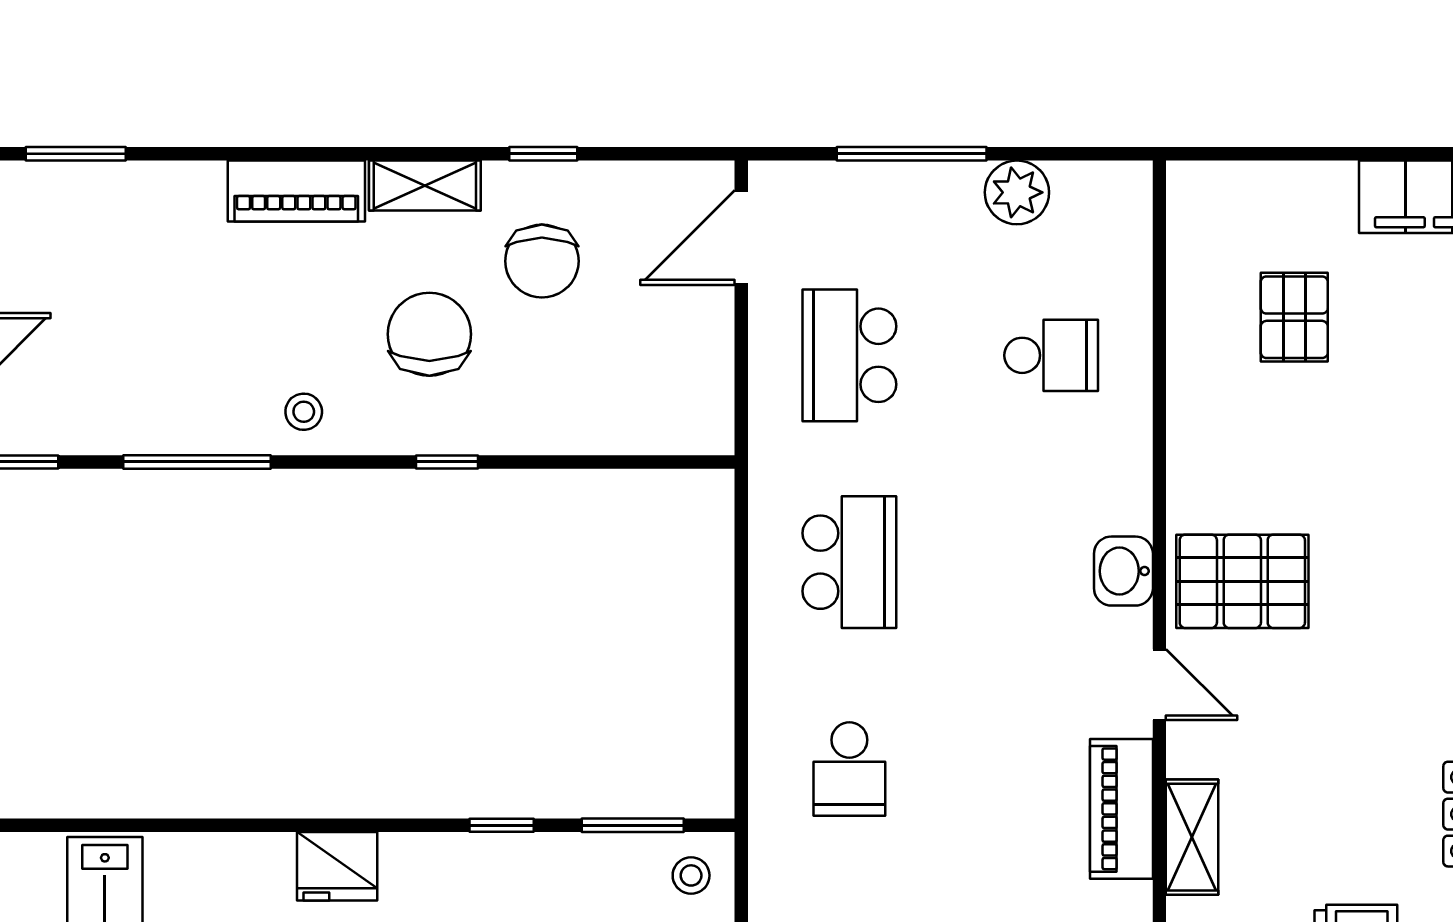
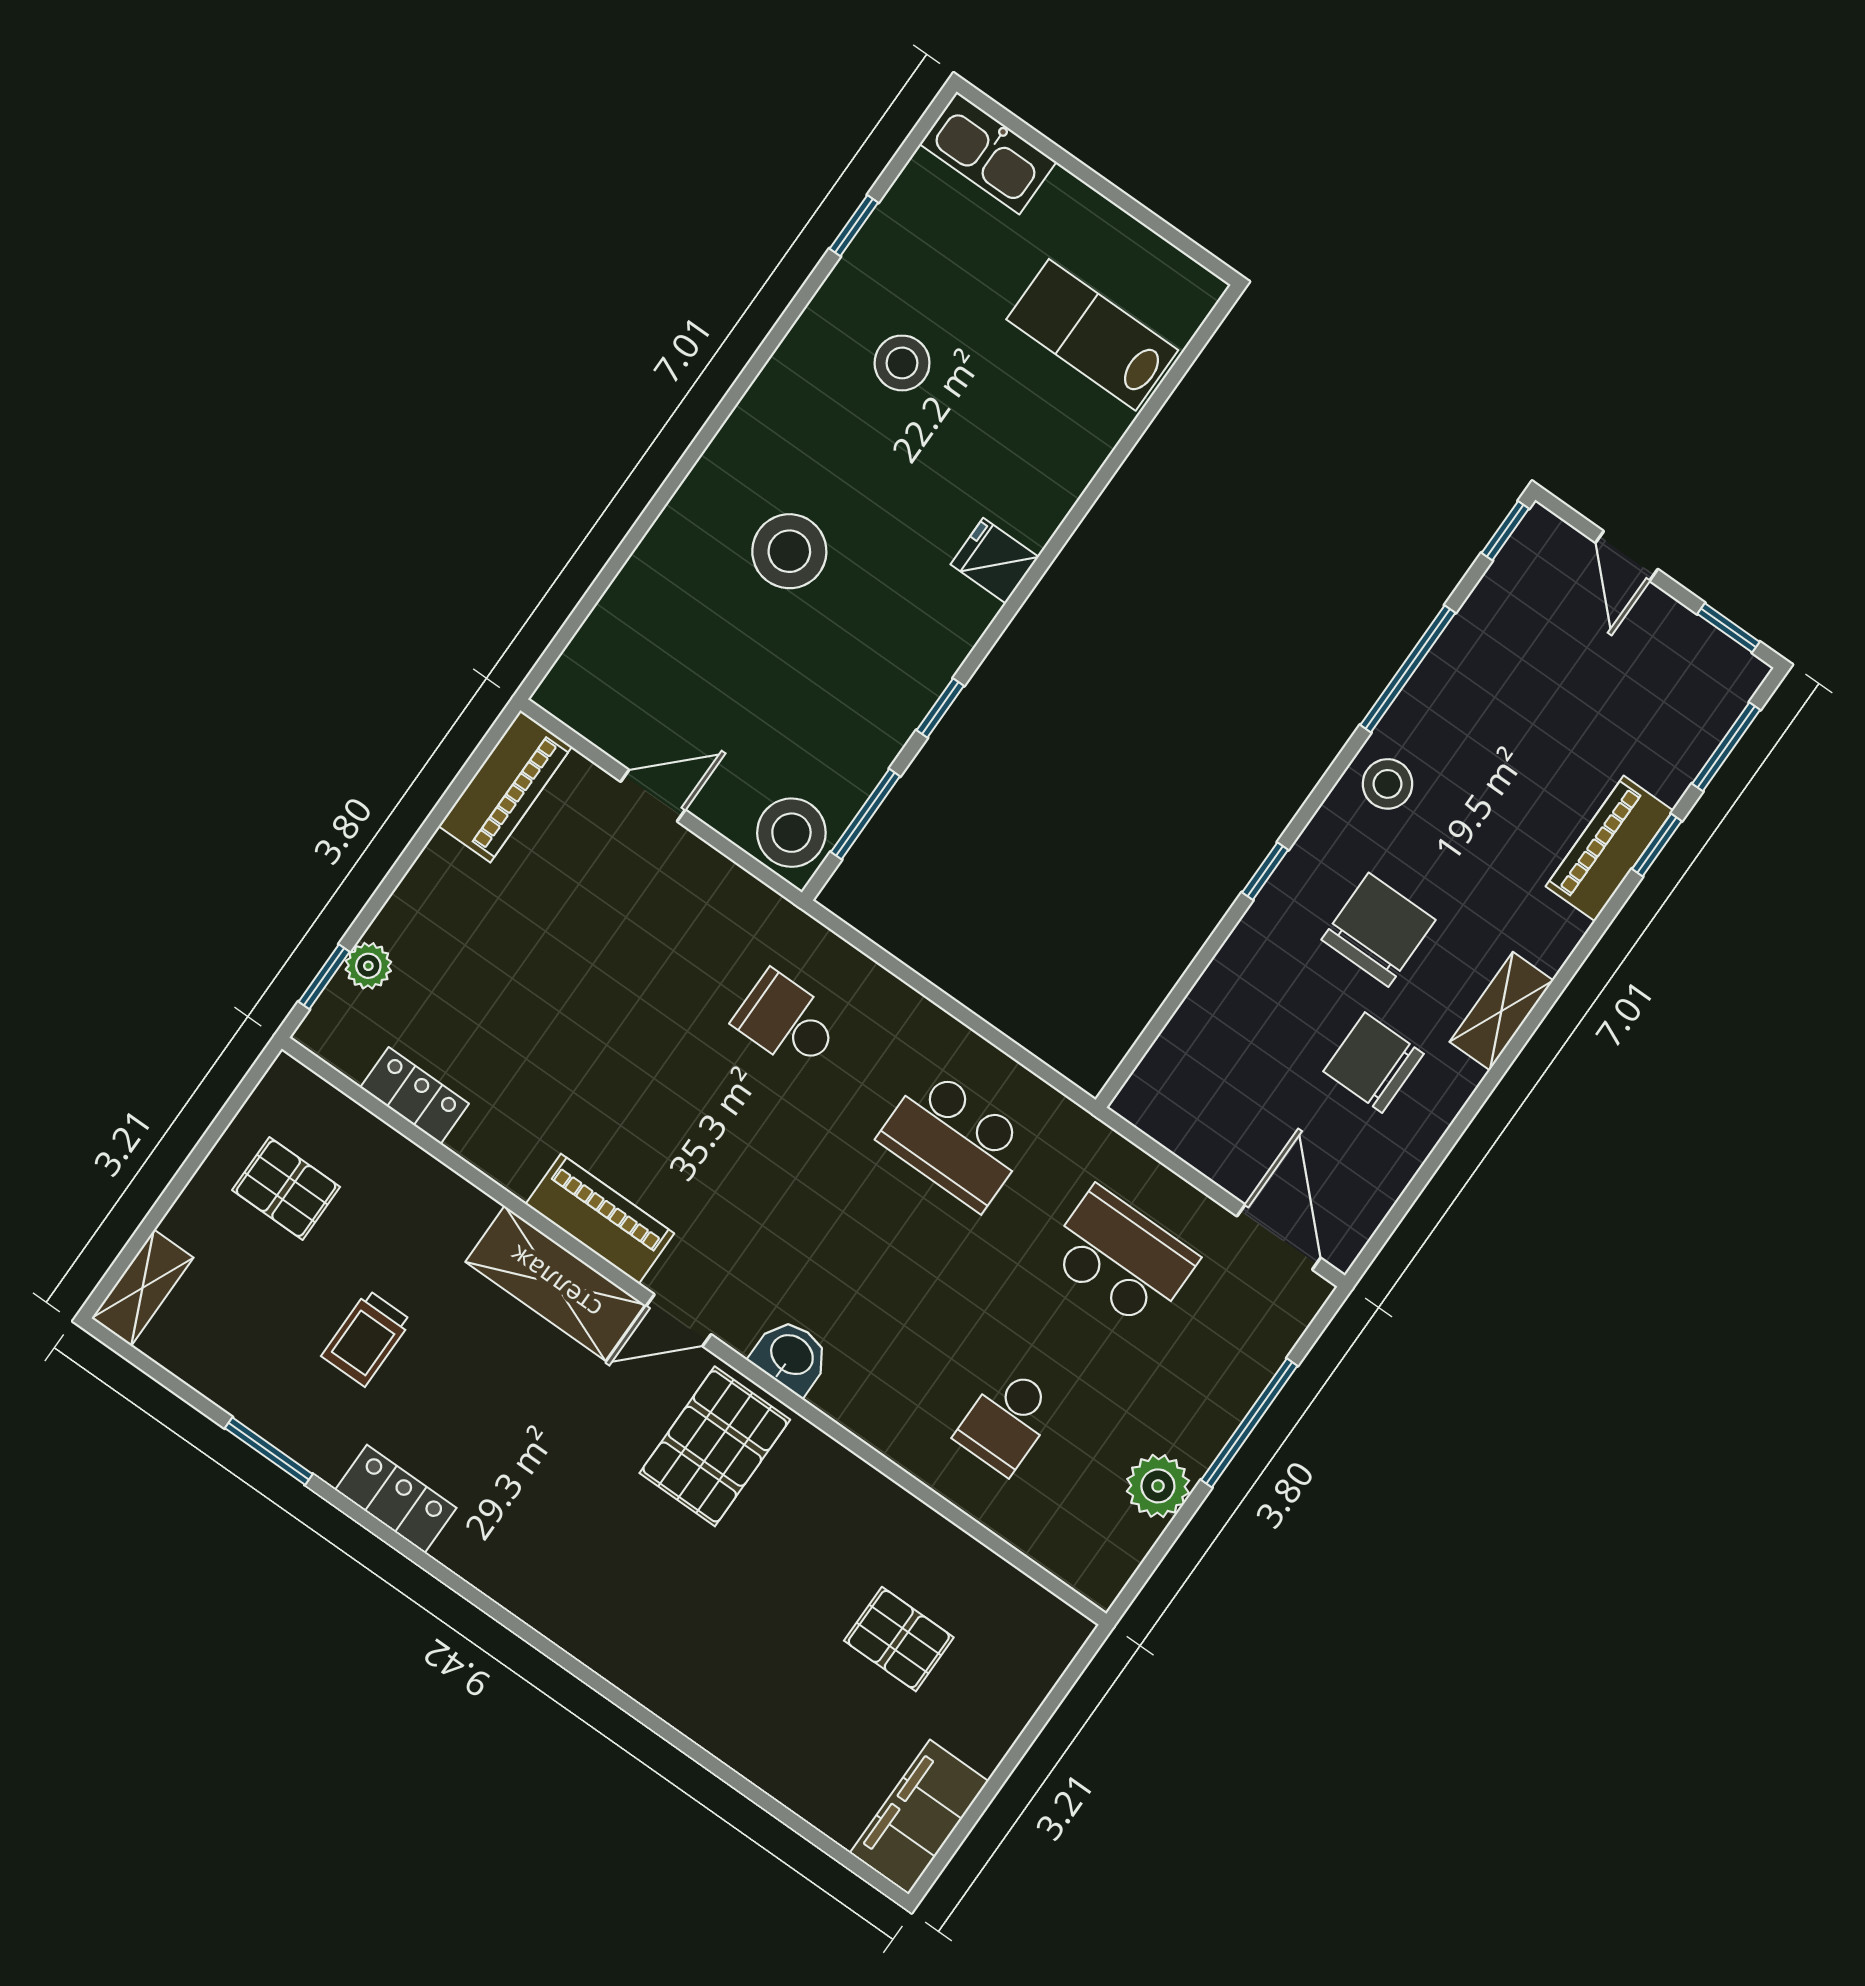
window: (543, 154) -> (1657, 845), moved
piano: (296, 191) -> (1609, 848), moved
chair: (429, 334) -> (1379, 930), turned -90
stool: (304, 412) -> (1388, 784), width x1.37, depth x1.37
shelving: (1192, 837) -> (555, 1283), width x1.50, depth x1.33
fridge: (337, 866) -> (995, 561), width x0.72
stool: (691, 875) -> (791, 833), width x1.89, depth x1.89

